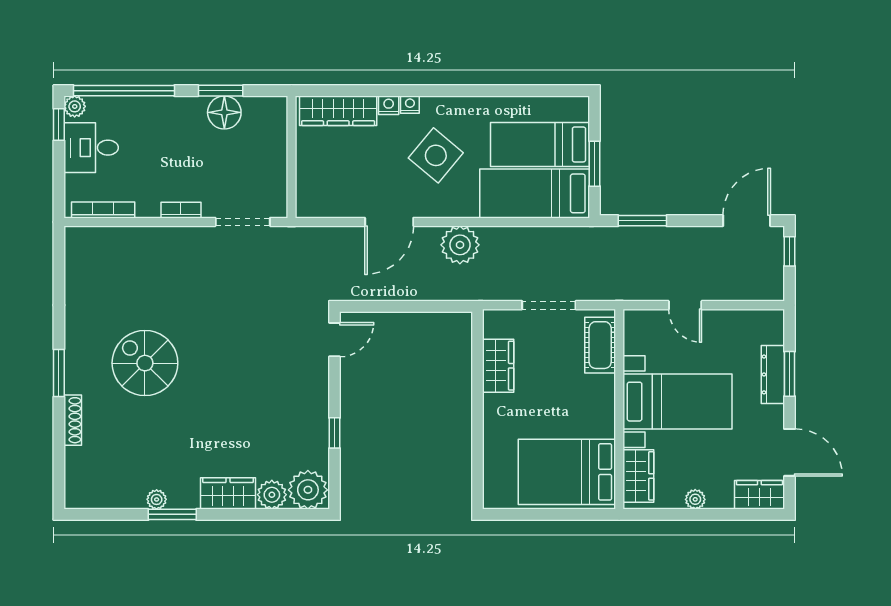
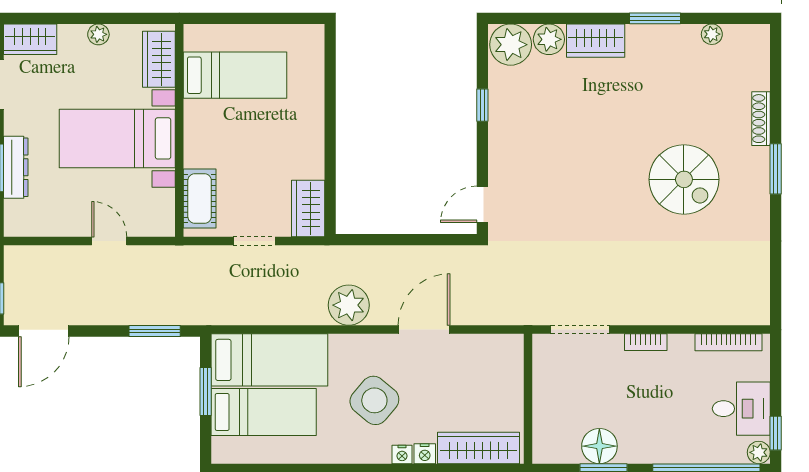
doorway: (549, 305) -> (254, 241), width x0.73
wardrobe: (498, 366) -> (308, 209), moved
bed: (567, 472) -> (235, 75), width x0.67
plant: (157, 499) -> (712, 34), moved

